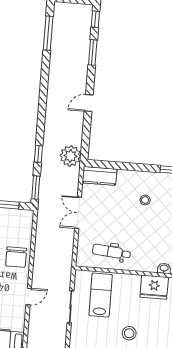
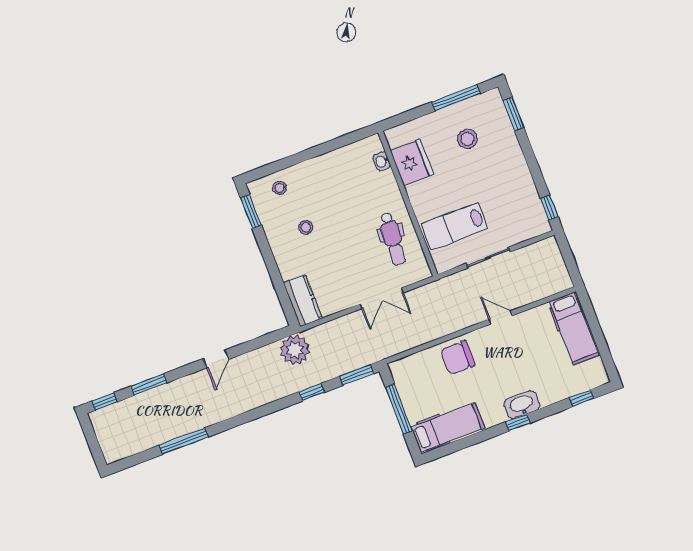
window: (48, 33) -> (184, 441), moved
door: (89, 103) -> (216, 359), hinge flipped
double door: (78, 213) -> (382, 298), moved
chair: (16, 257) -> (458, 358), turned 180
stool: (129, 333) -> (467, 139), moved

